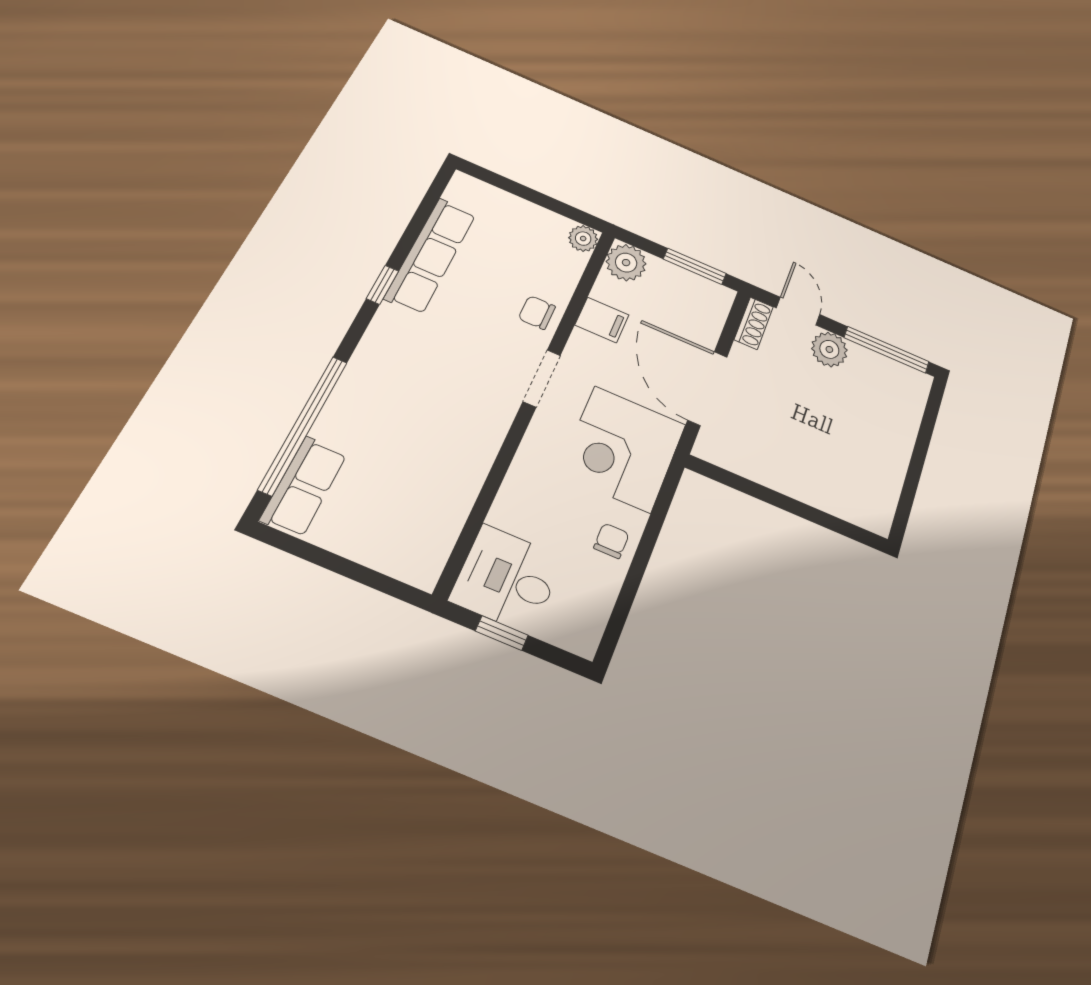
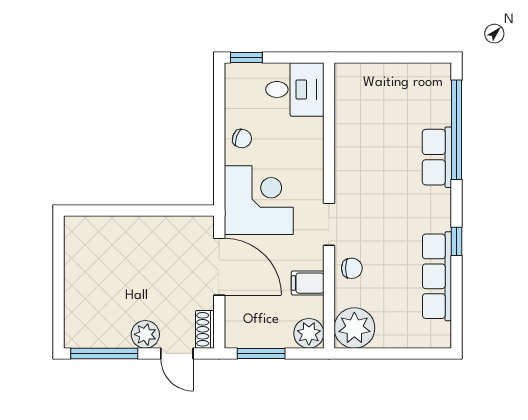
plant: (583, 239) -> (354, 328), width x1.88, depth x1.88
row of seats: (304, 487) -> (437, 157), moved
chair: (611, 541) -> (242, 139), turned -71
window: (502, 633) -> (246, 57), moved

